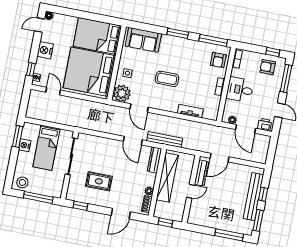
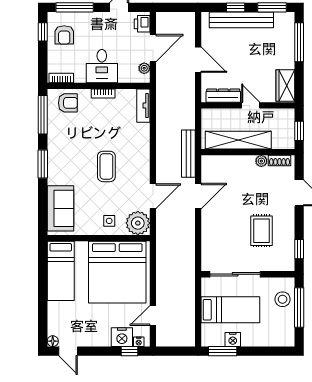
bed: (97, 36) -> (61, 271), width x0.67
nightstand: (45, 50) -> (122, 337), moved
tv unit: (190, 111) -> (143, 106), moved
door: (219, 158) -> (198, 60), moved
dresser: (154, 160) -> (218, 162), removed
stool: (22, 182) -> (283, 299), moved
wardrobe: (200, 219) -> (285, 85), added

